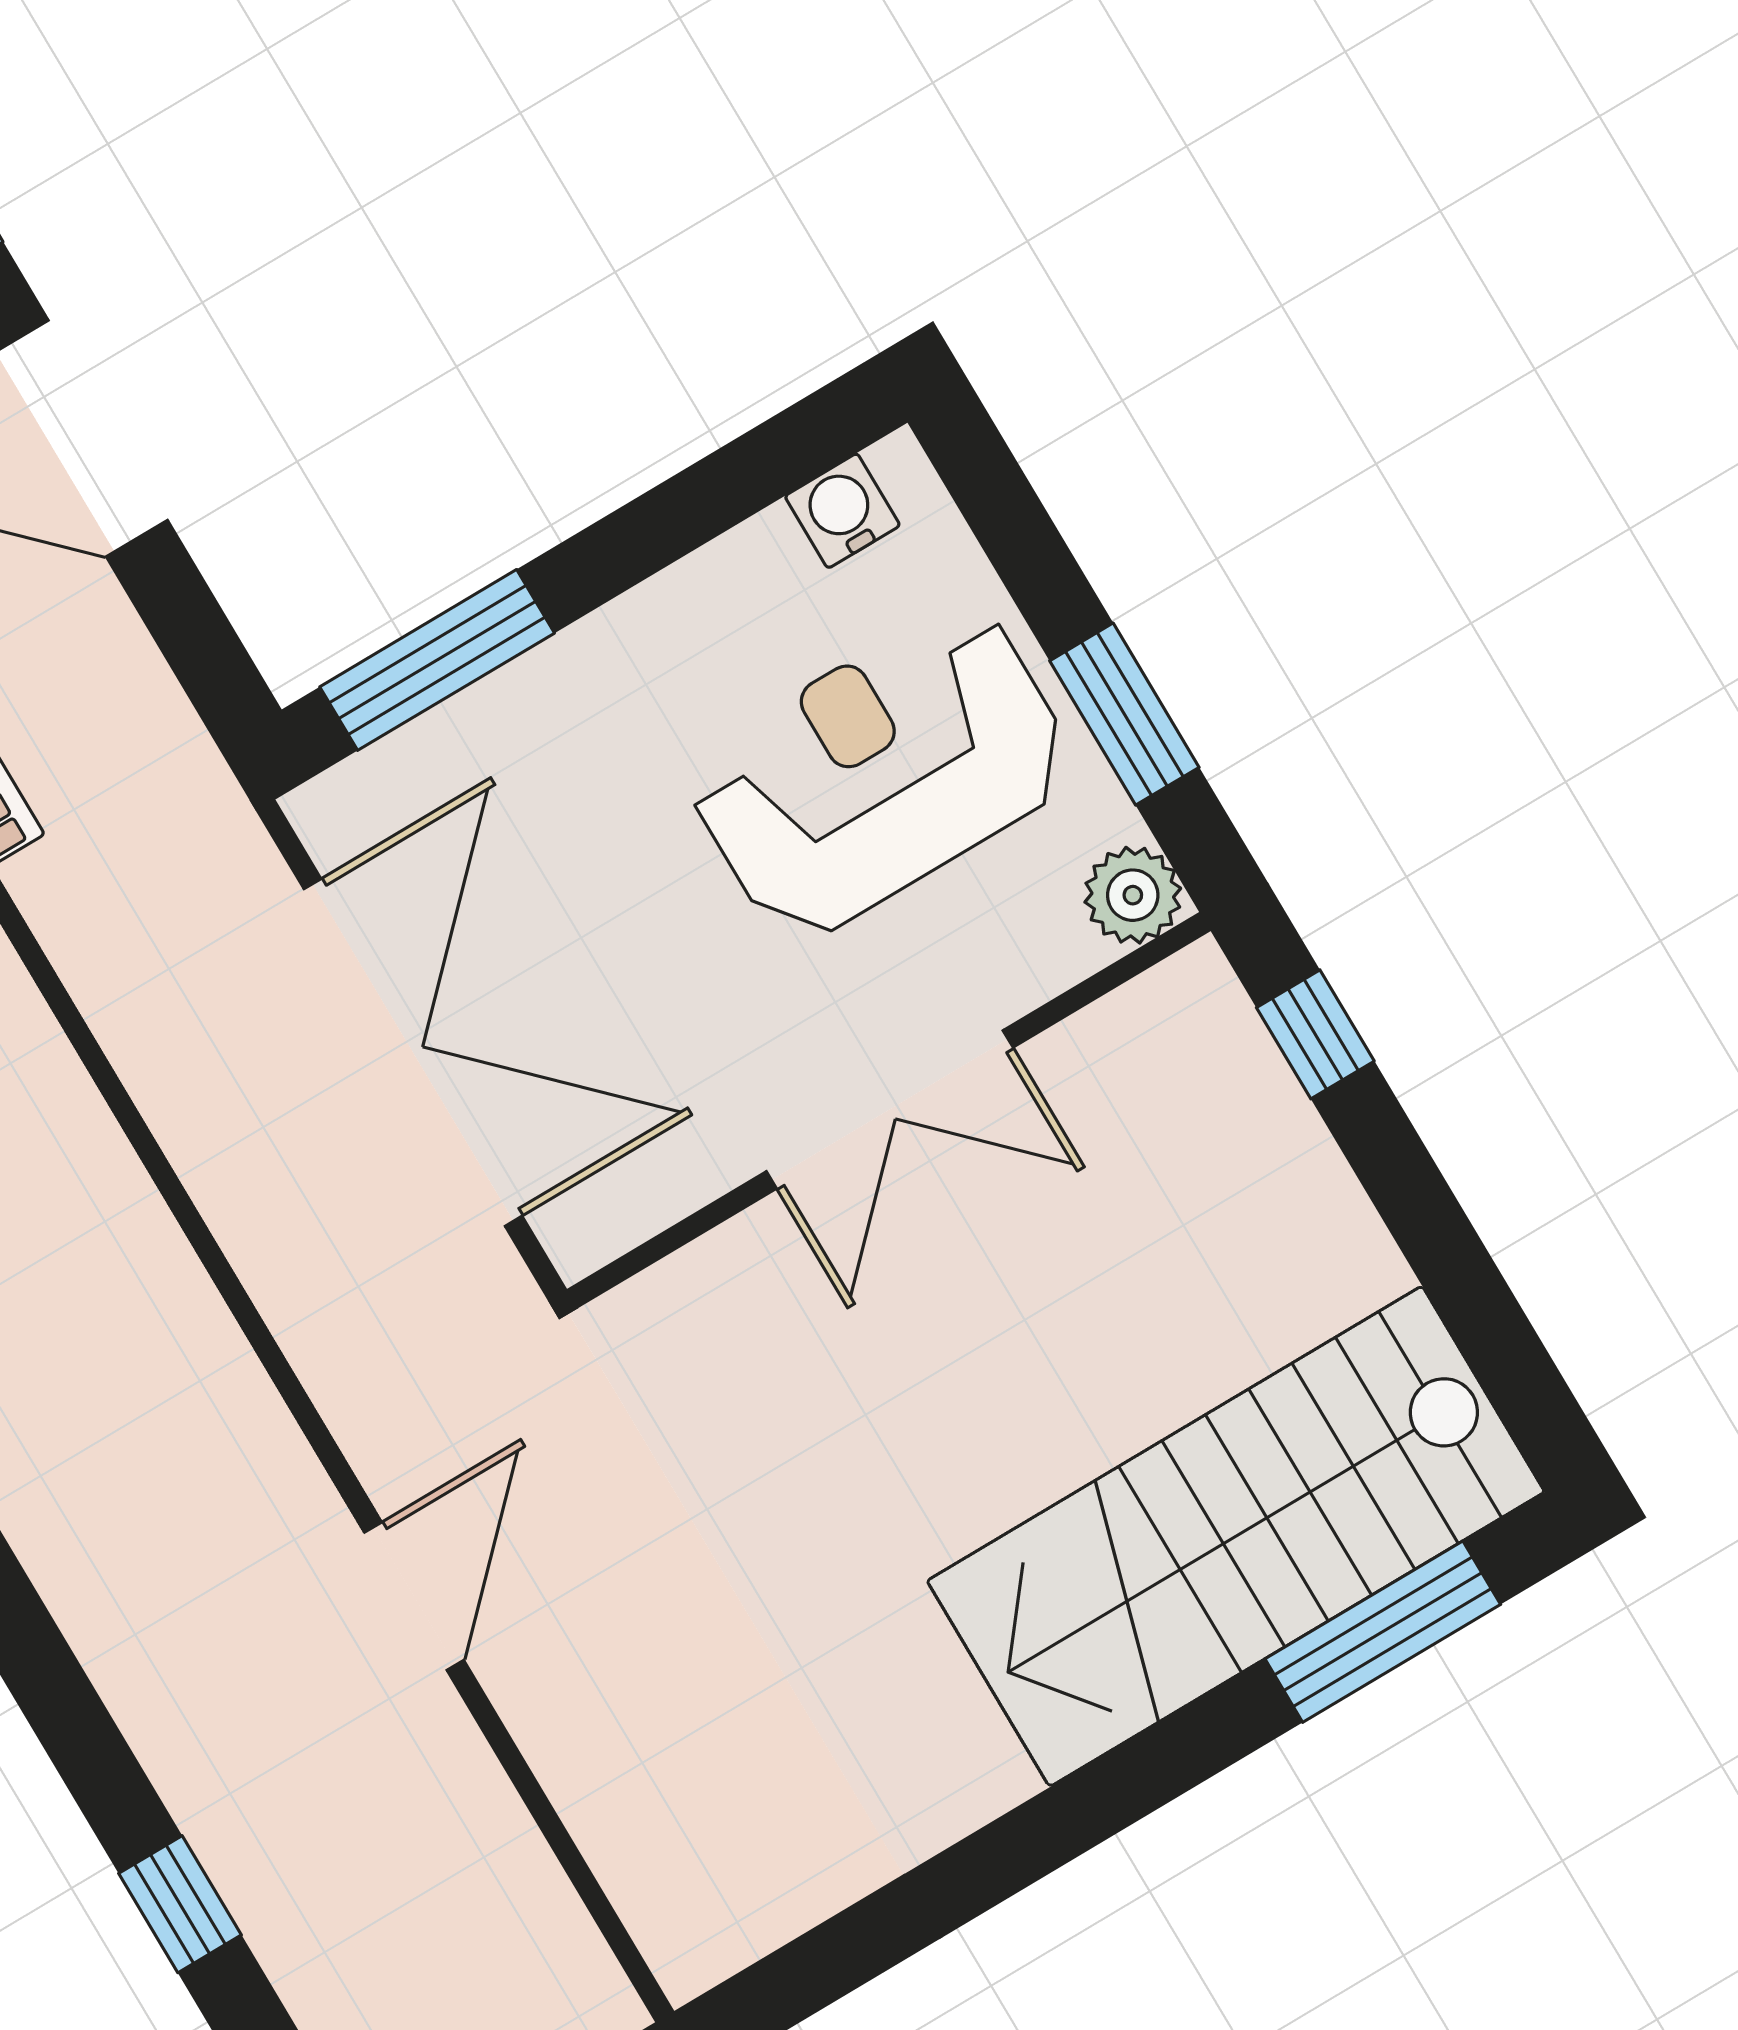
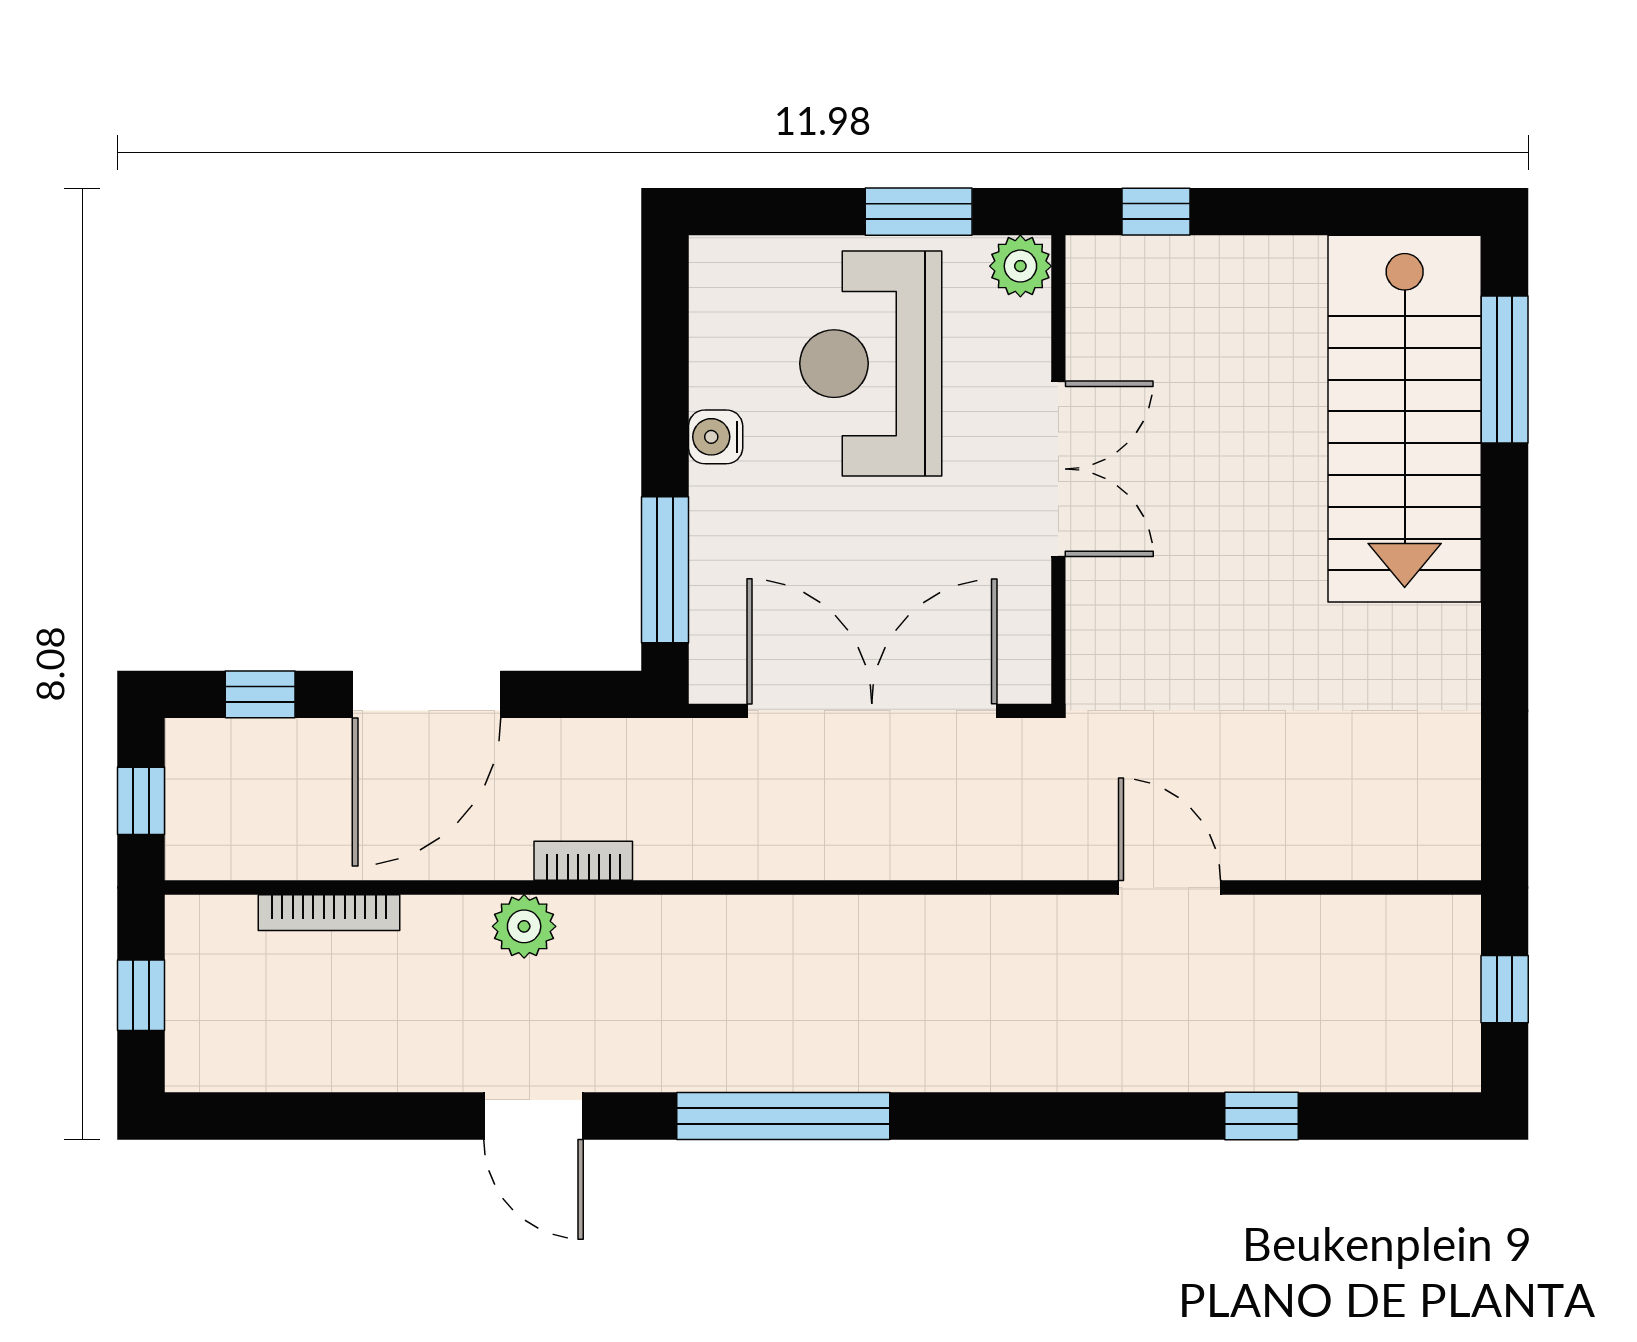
water cooler: (842, 511) -> (716, 437), moved

